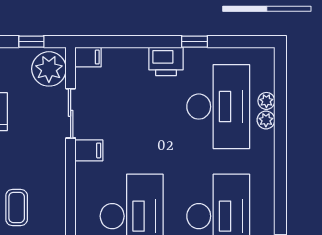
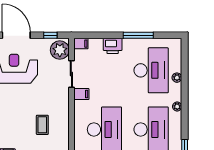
window: (194, 42) -> (138, 35), width x2.17
printer: (166, 61) -> (113, 46), moved
plant: (266, 101) -> (177, 107), moved

